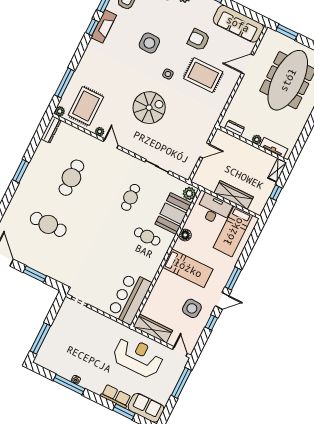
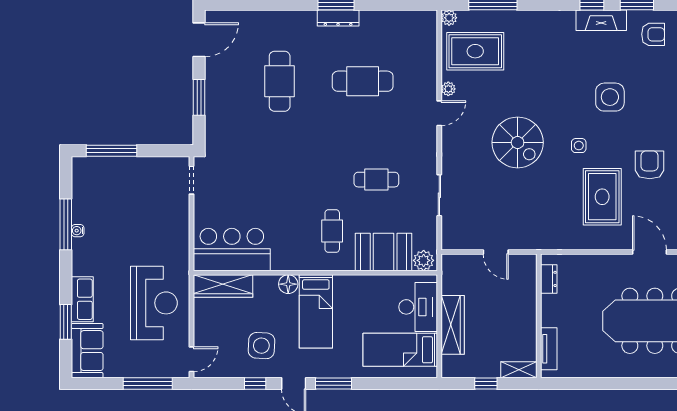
dresser: (51, 130) -> (338, 18), moved
plant: (257, 140) -> (548, 319), removed
floor lamp: (185, 235) -> (288, 284), moved
wardrobe: (153, 329) -> (223, 286), moved, turned 90

